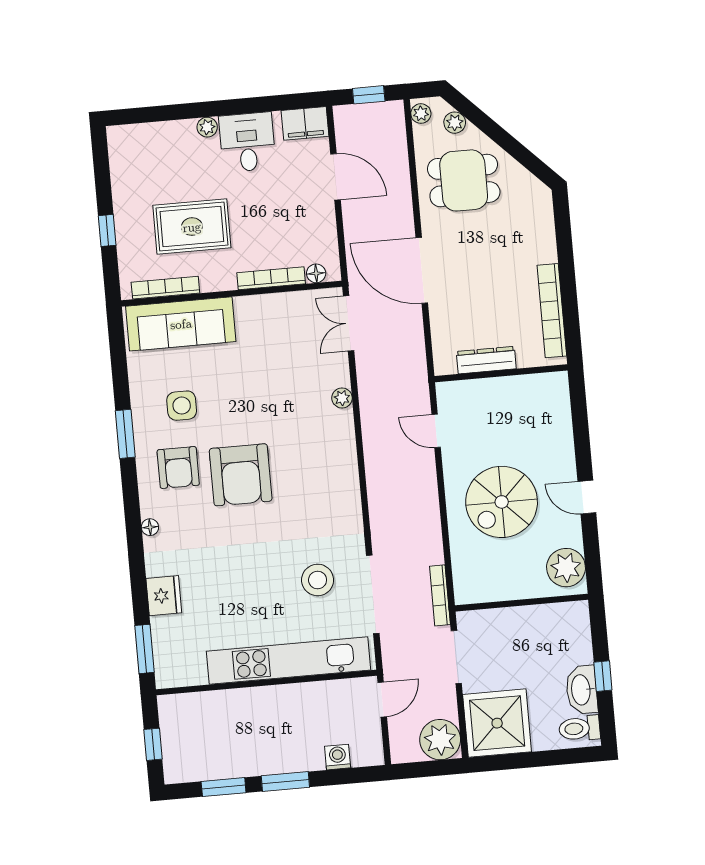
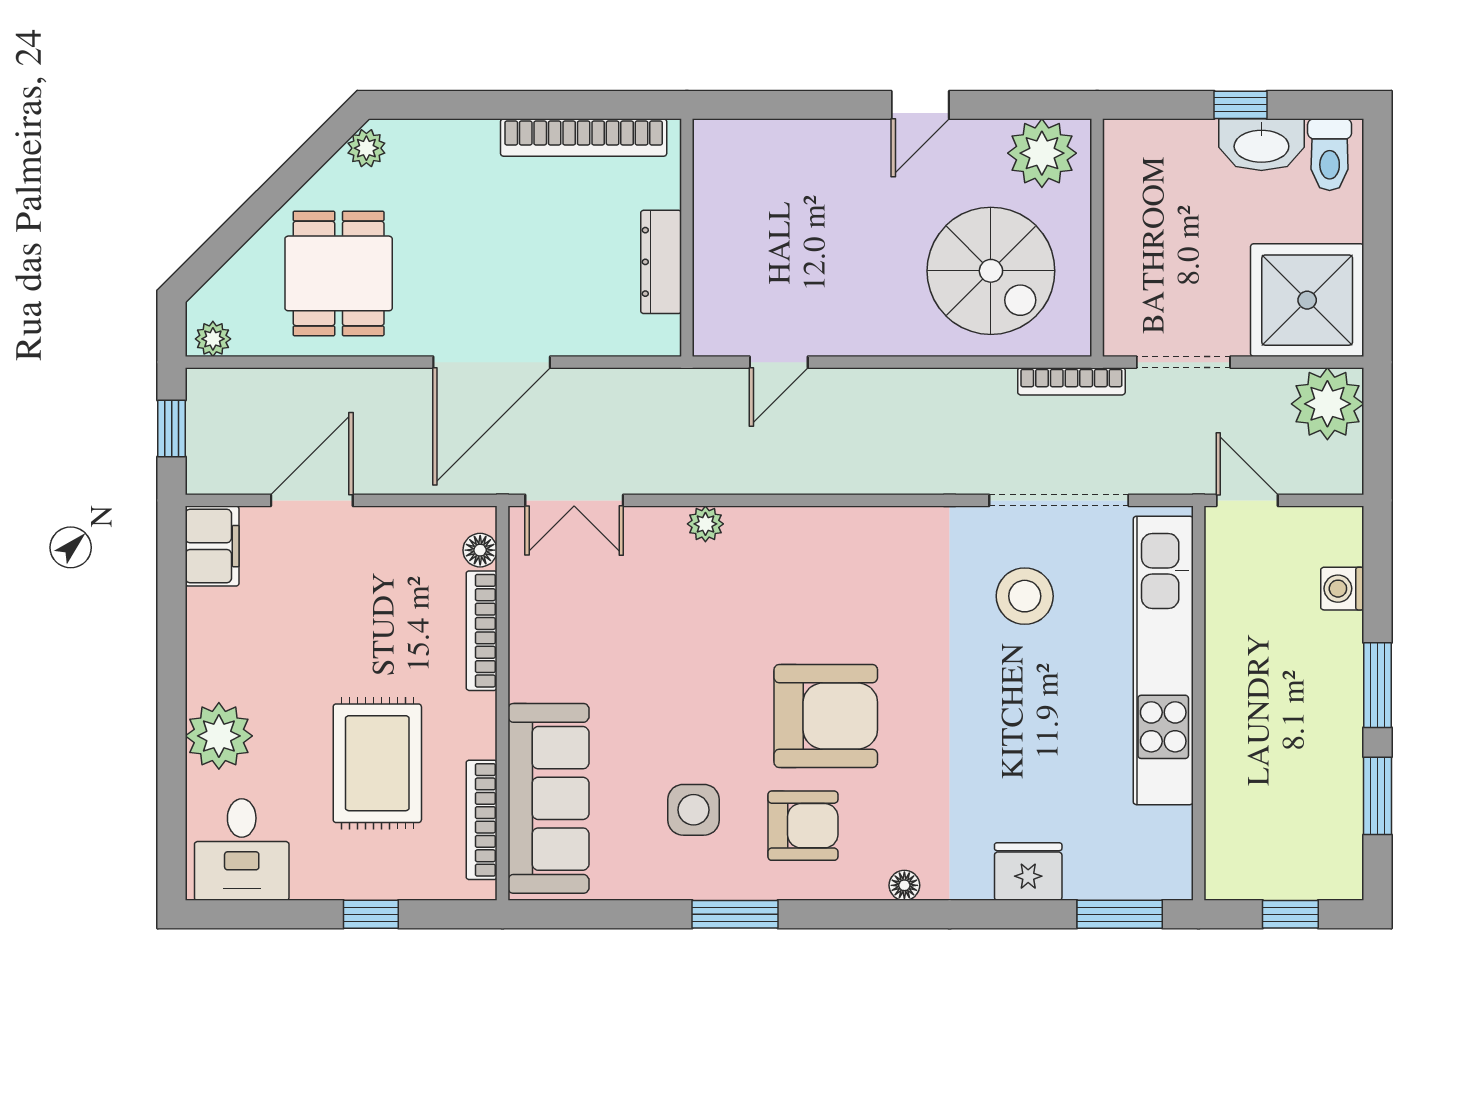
plant: (455, 123) -> (366, 148), moved
plant: (207, 127) -> (219, 736), width x1.88, depth x1.88
desk: (247, 142) -> (242, 850), moved, turned -90
spiral stairs: (502, 502) -> (991, 271), moved

